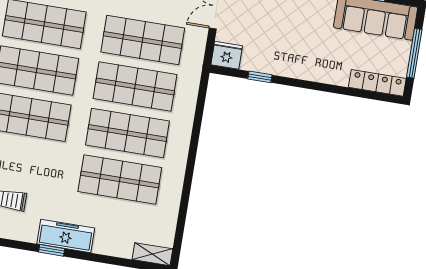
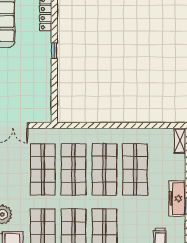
fridge: (227, 55) -> (44, 114), removed
window: (260, 77) -> (54, 51), moved

